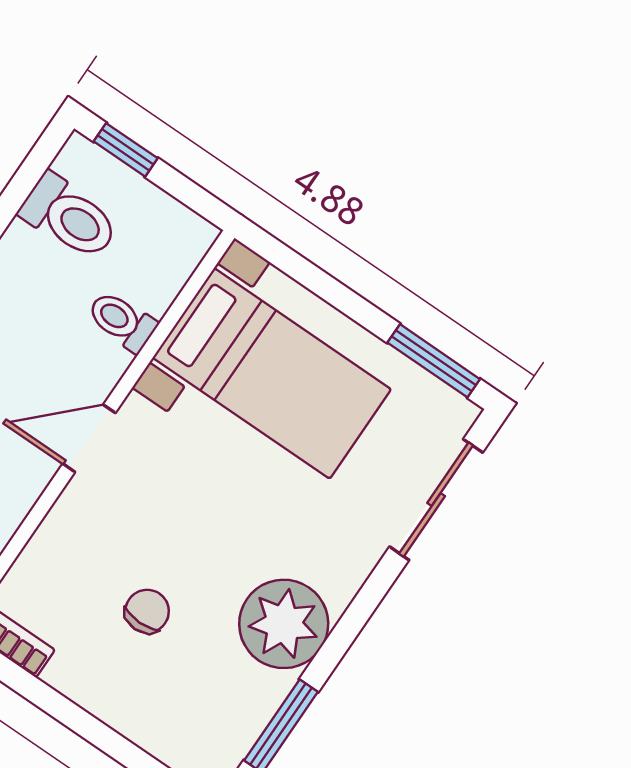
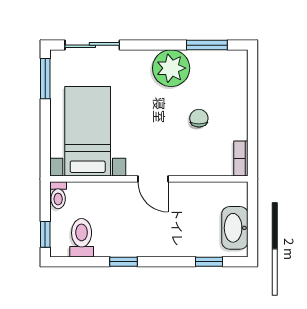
toilet: (122, 321) -> (58, 195), moved
chair: (147, 611) -> (199, 118), turned 90

